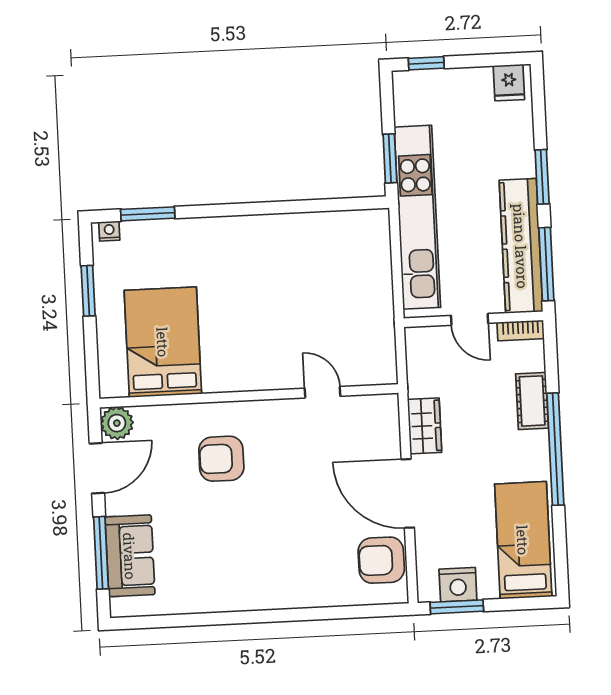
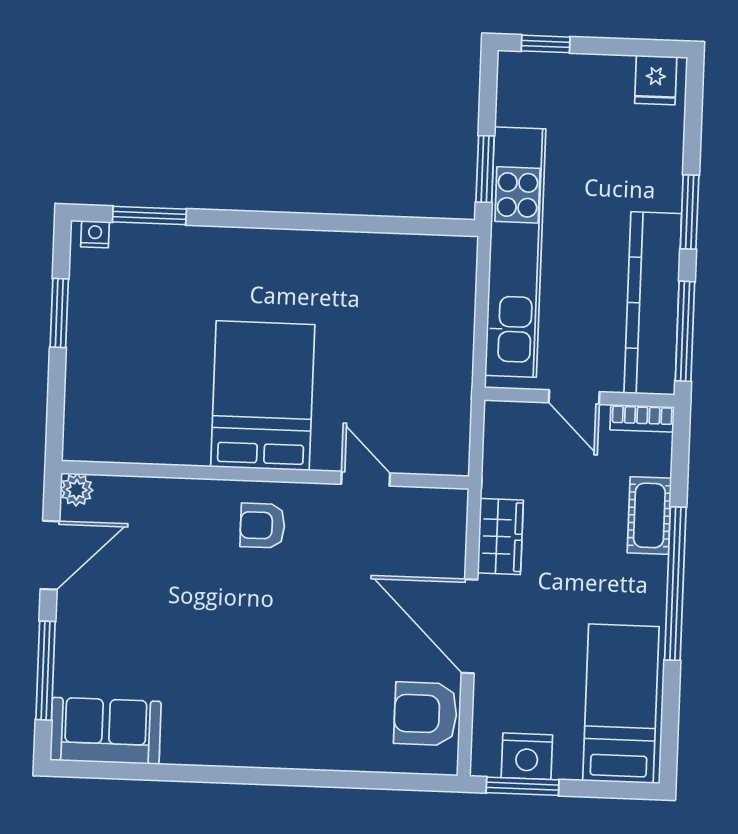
bed: (163, 342) -> (263, 396), moved
plant: (117, 423) -> (77, 490), width x0.73, depth x0.73
armchair: (221, 459) -> (262, 526), moved, width x0.72, depth x0.72
sofa: (130, 556) -> (106, 731), moved, turned -90

